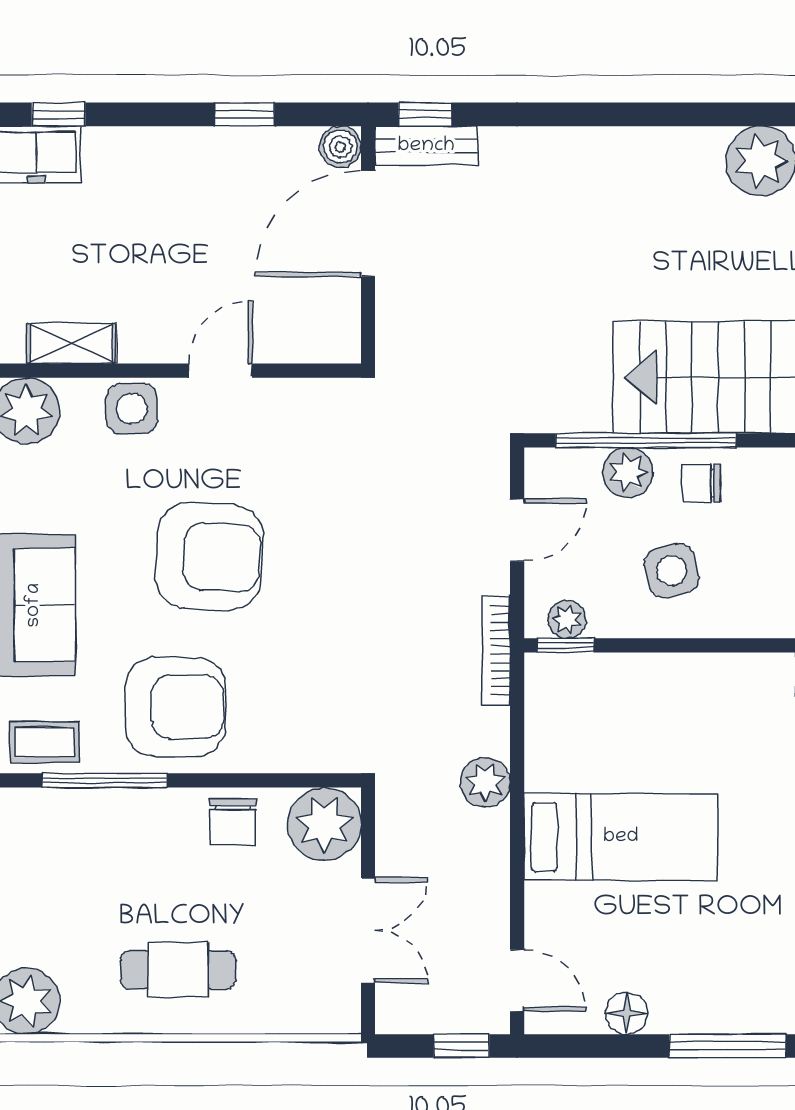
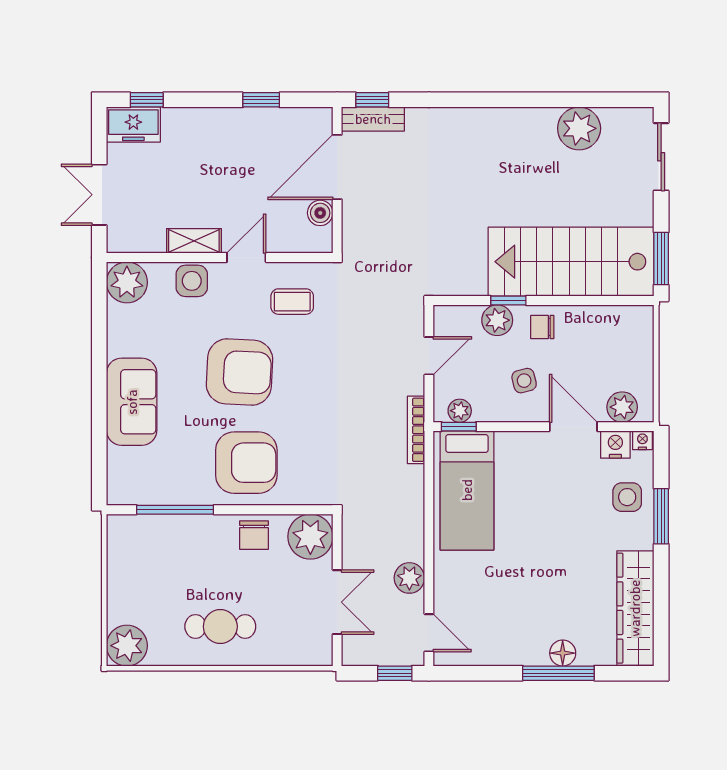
boiler: (340, 147) -> (320, 213), moved
shelving: (71, 344) -> (194, 241), moved
window: (646, 440) -> (508, 301), width x0.32
side table: (672, 571) -> (524, 381), width x0.73, depth x0.73
door: (752, 645) -> (573, 427), added
armchair: (175, 707) -> (246, 463), moved
coffee table: (45, 742) -> (292, 302), moved
plant: (485, 782) -> (409, 578), moved
bed: (621, 837) -> (467, 490), moved, turned 90
floor lamp: (627, 1013) -> (563, 653), moved

